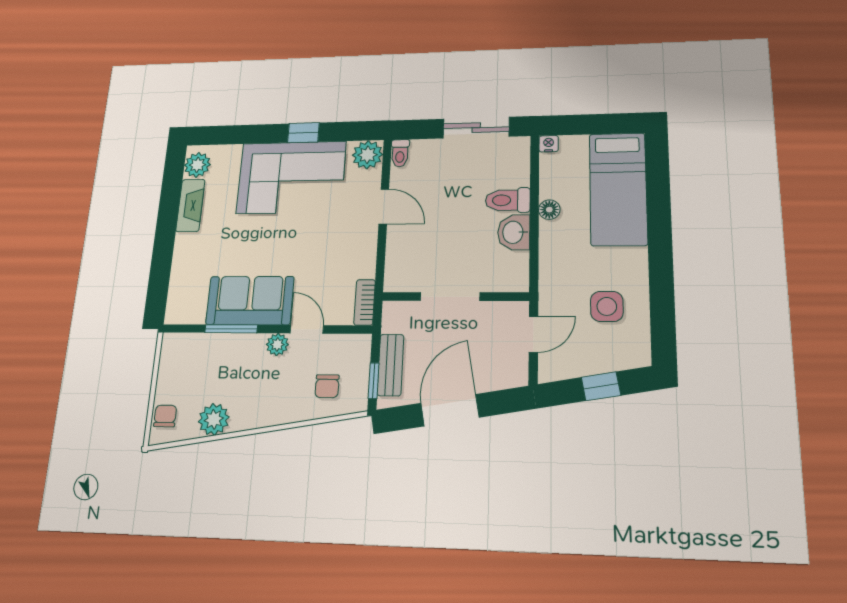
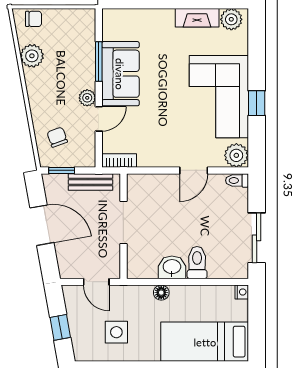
floor lamp: (549, 210) -> (161, 293), moved
bench: (390, 365) -> (90, 182), moved
chair: (327, 386) -> (57, 137), turned 70

